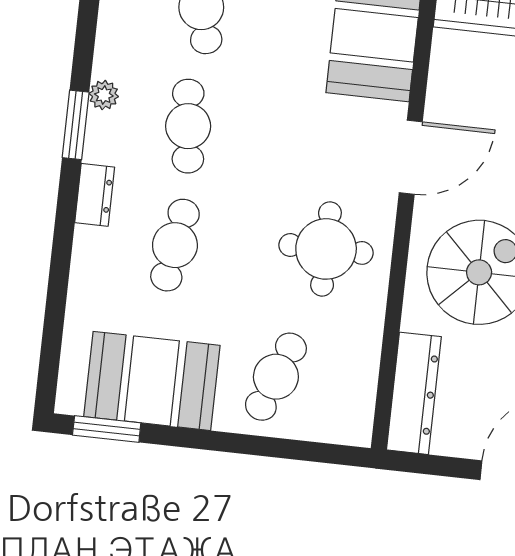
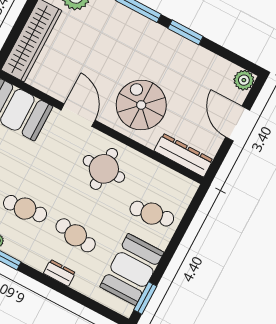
dresser: (95, 195) -> (59, 273), moved
cafe table: (276, 377) -> (152, 214), turned -30

